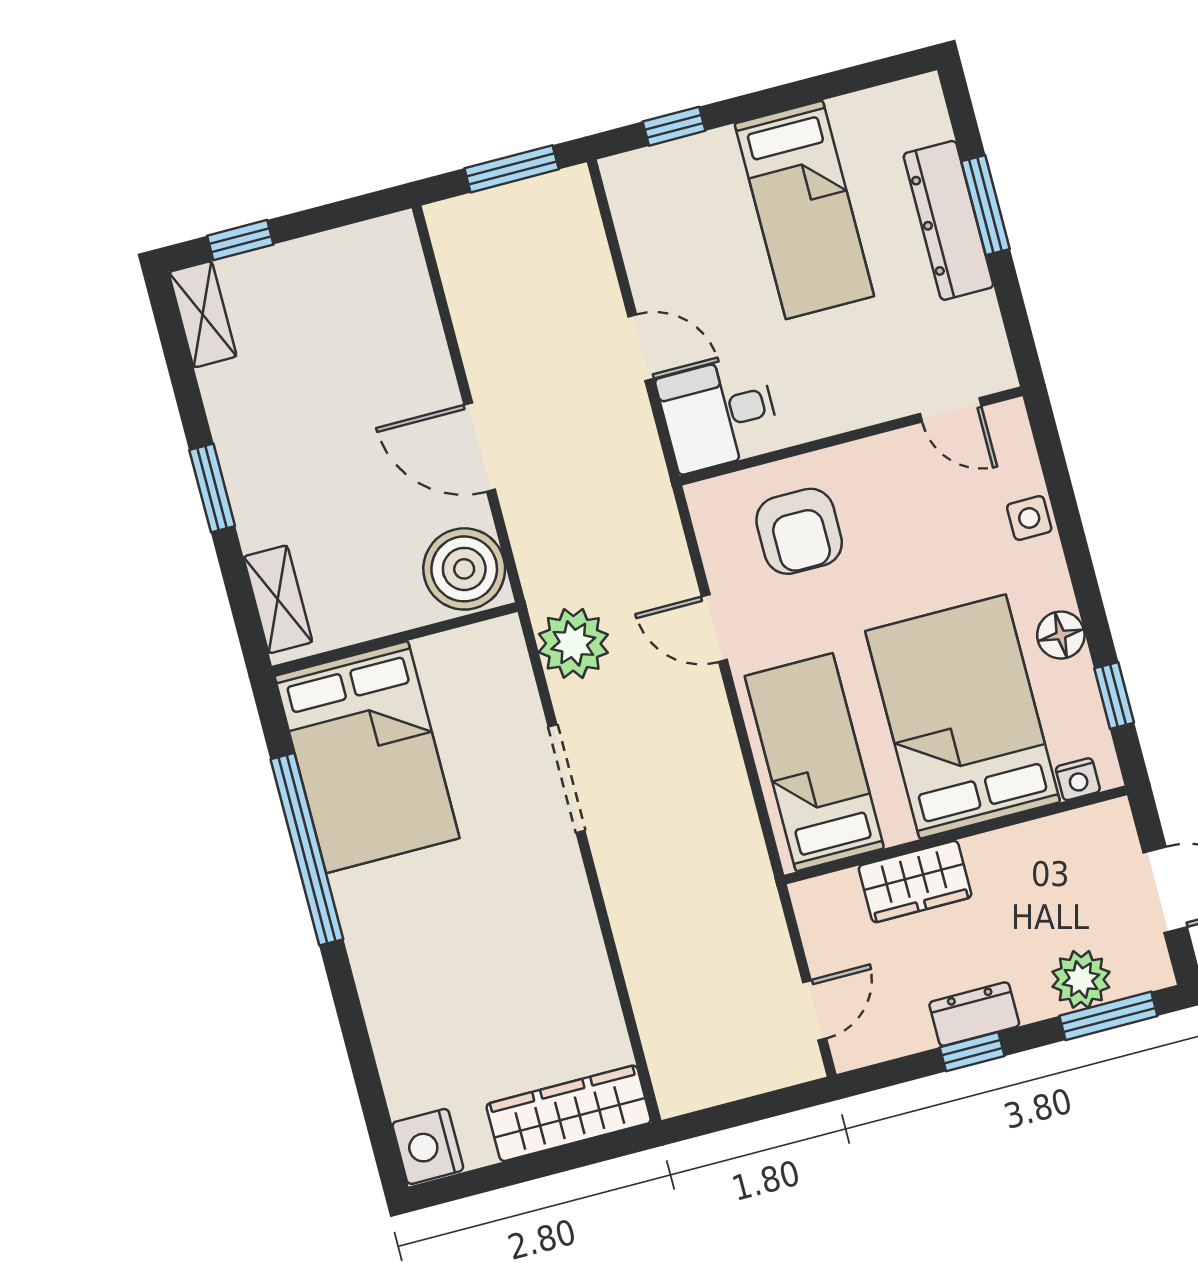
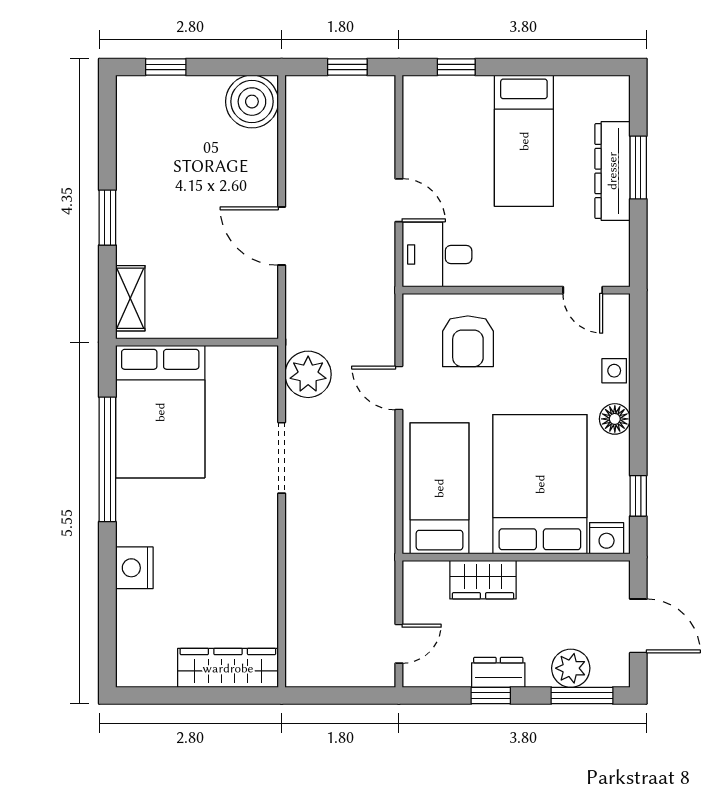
window: (512, 169) -> (347, 67), width x0.67
shelving: (203, 314) -> (130, 107), removed
boiler: (464, 569) -> (252, 102), moved
floor lamp: (1061, 635) -> (615, 419), moved
nightstand: (1078, 779) -> (607, 538), width x1.39, depth x1.35
nightstand: (428, 1146) -> (134, 568), moved

